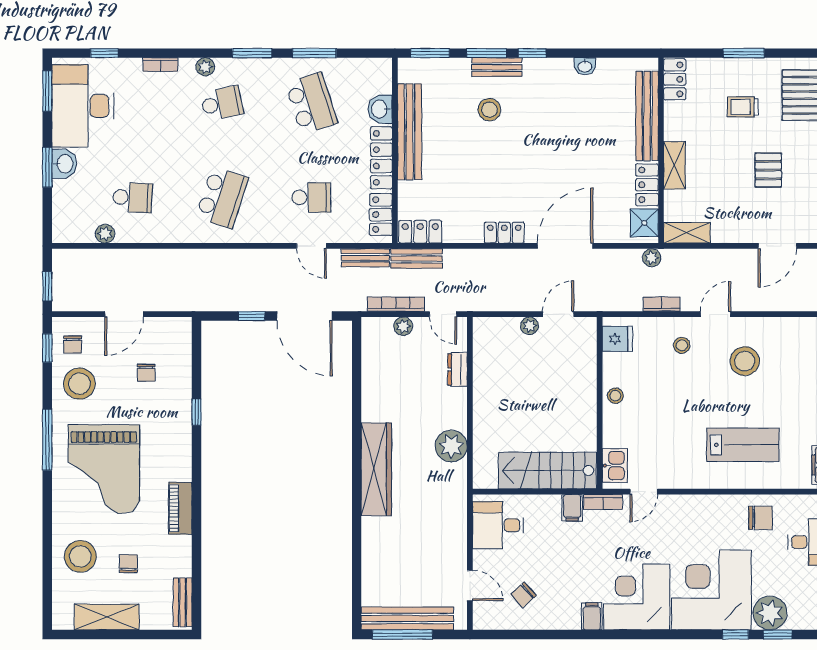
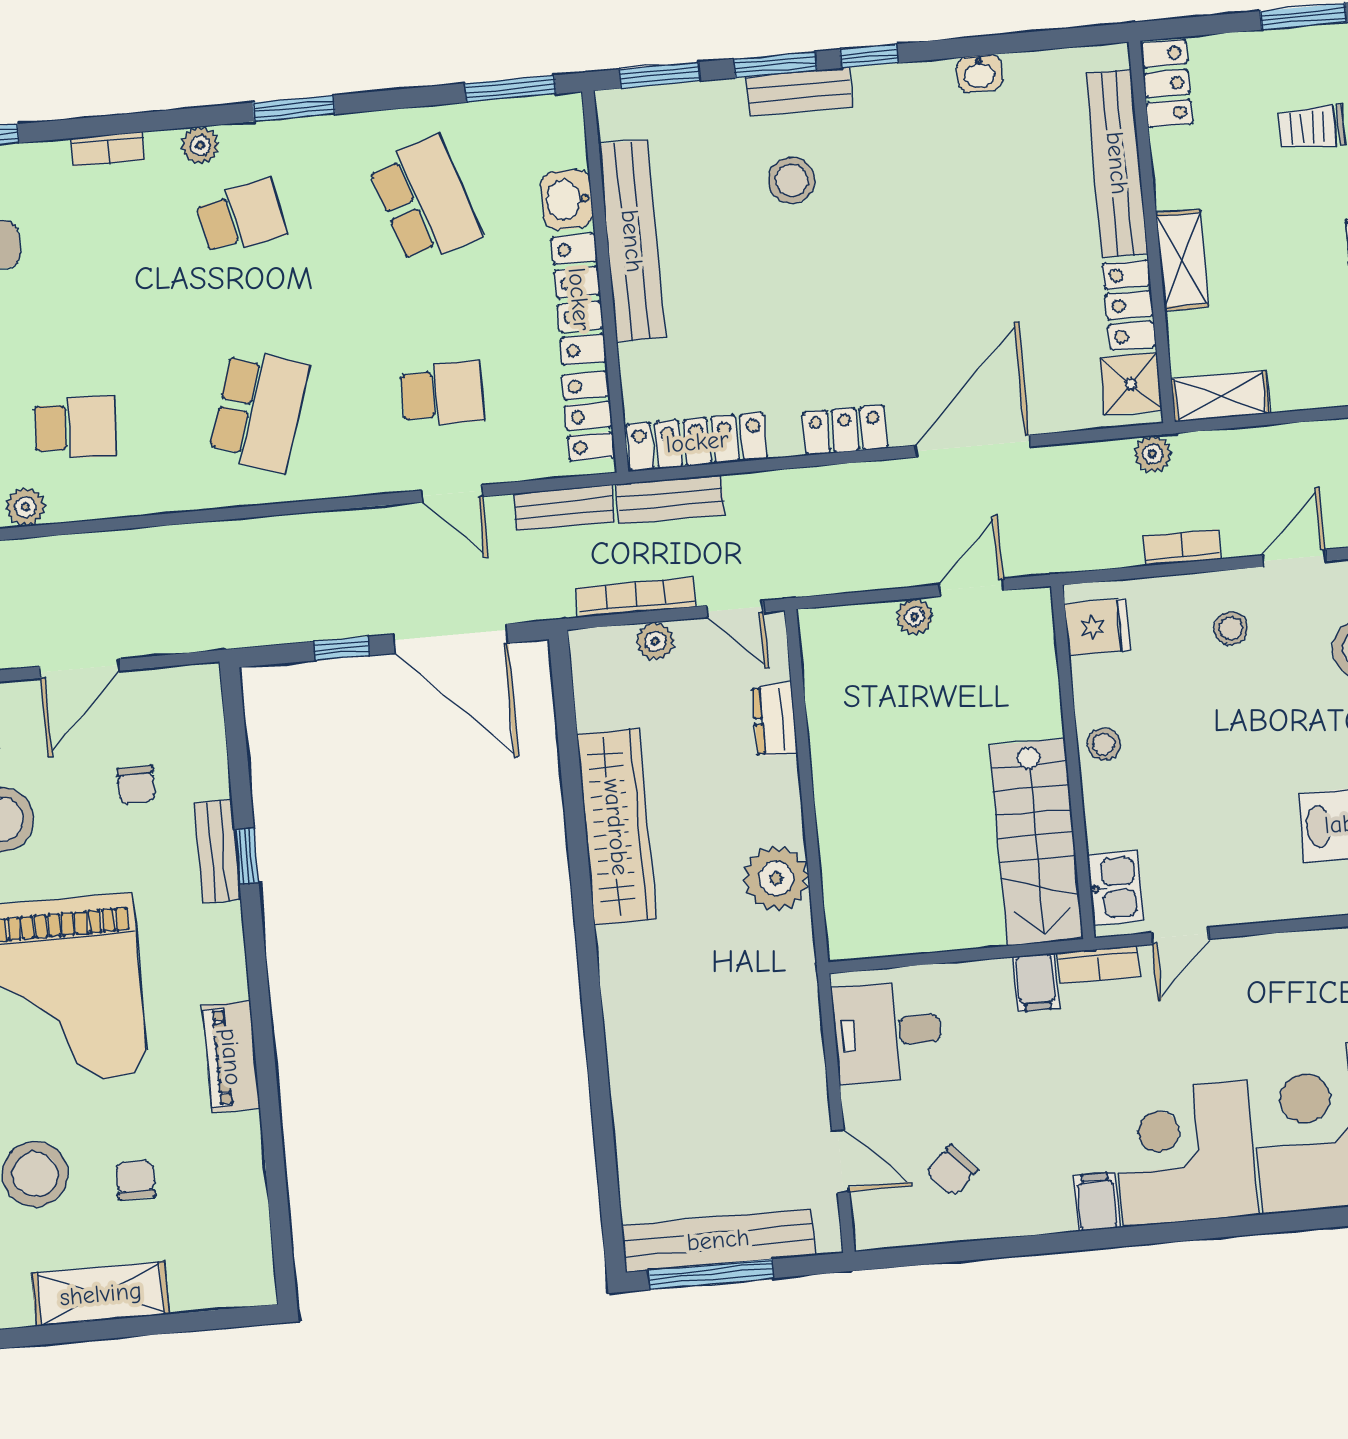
window: (314, 53) -> (510, 89), moved
locker: (420, 232) -> (697, 442), width x1.53
wardrobe: (376, 469) -> (616, 827), moved
stairs: (547, 470) -> (1036, 842), moved, turned -90
bench: (183, 602) -> (217, 851), moved

